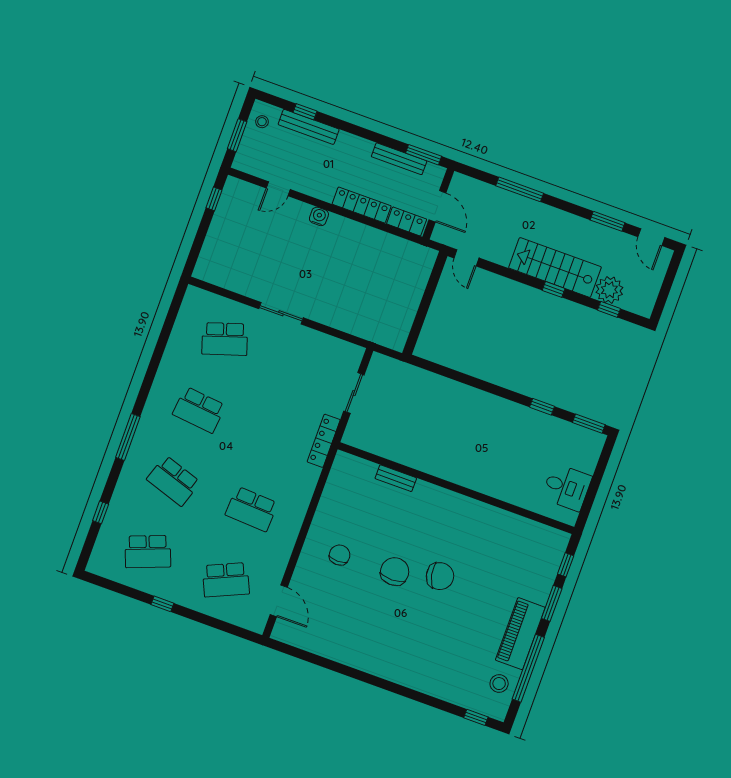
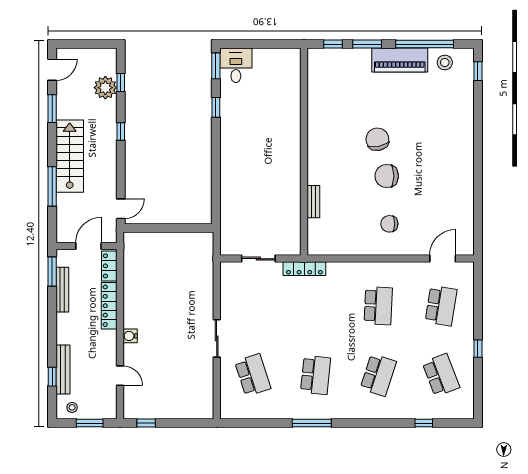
stairs: (555, 267) -> (70, 156), moved, turned 180
window: (128, 437) -> (312, 423), moved
desk: (567, 487) -> (236, 65), moved
school desk: (226, 580) -> (441, 306), turned 33

